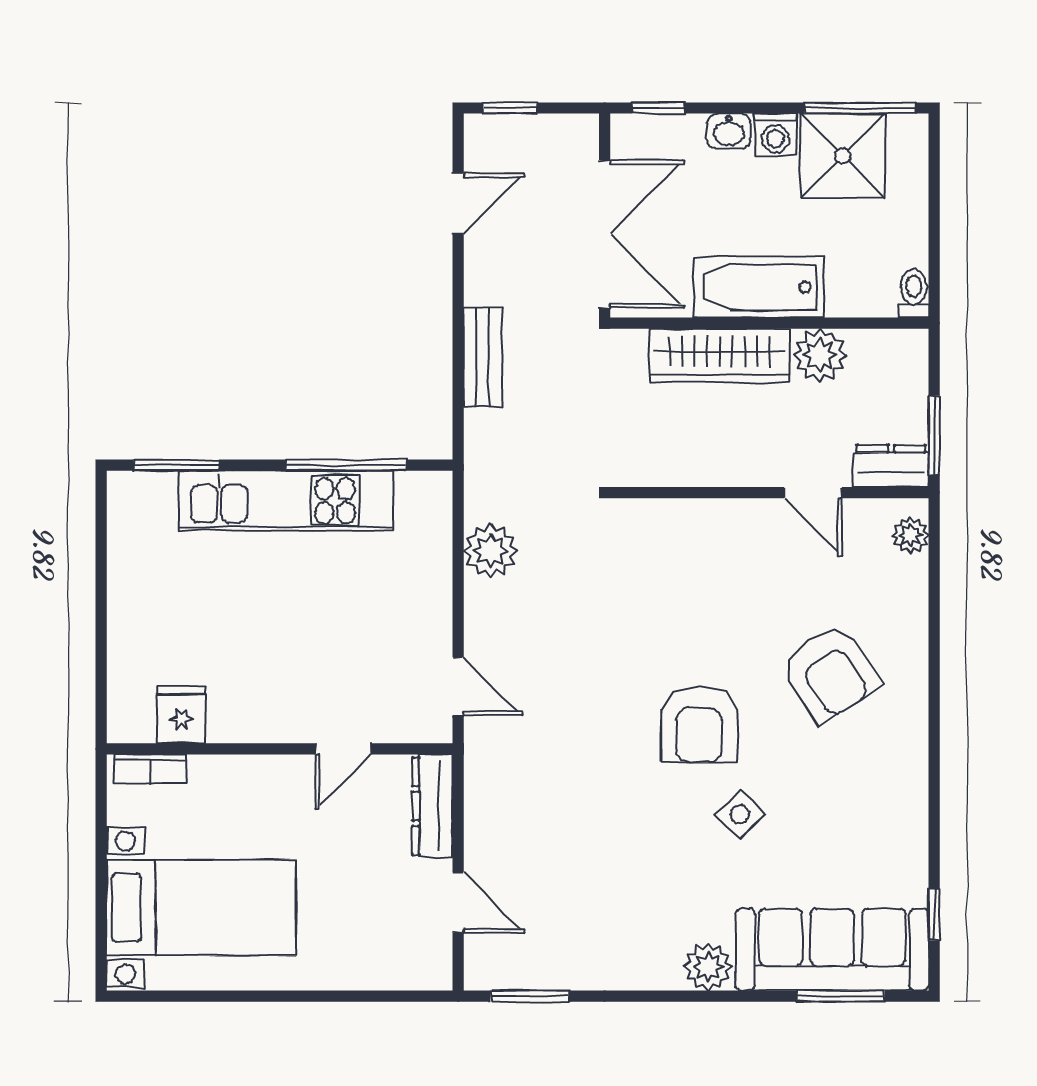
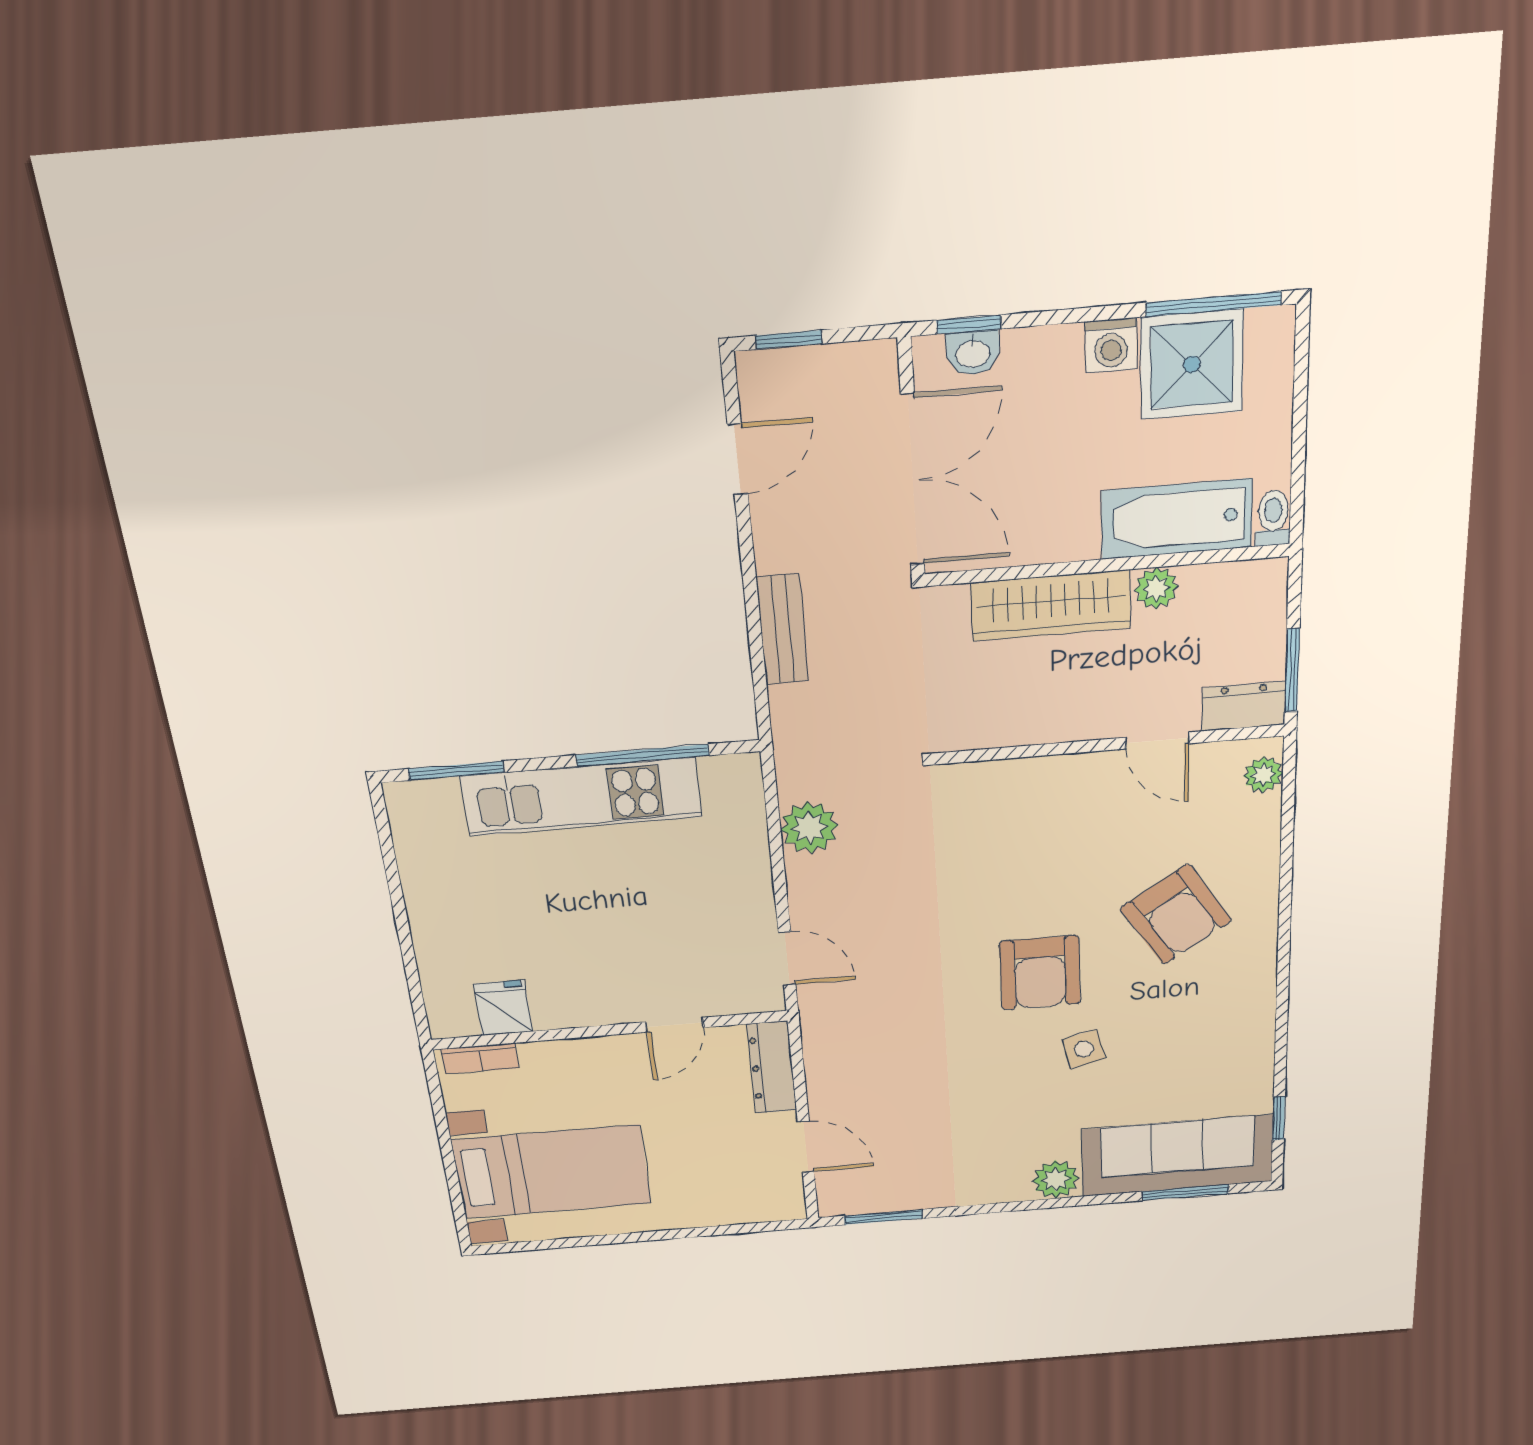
washbasin: (729, 131) -> (973, 353), moved
bathtub: (758, 287) -> (1177, 519), moved
plant: (820, 355) -> (1156, 588), width x0.73, depth x0.73
side table: (740, 814) -> (1084, 1049), turned 31

